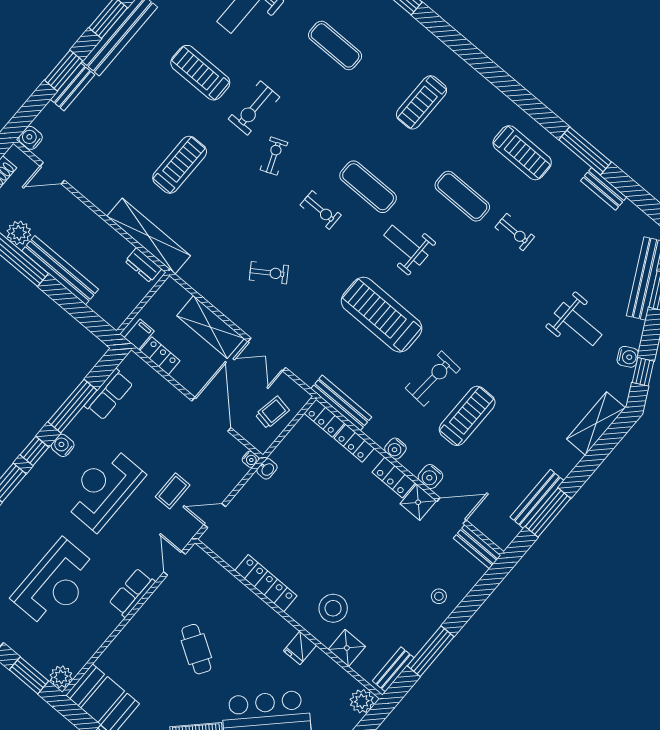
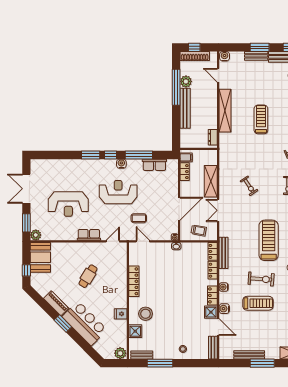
treadmill: (180, 165) -> (261, 119), turned -90
shelving: (149, 236) -> (225, 111), moved
window: (548, 512) -> (262, 363), moved

